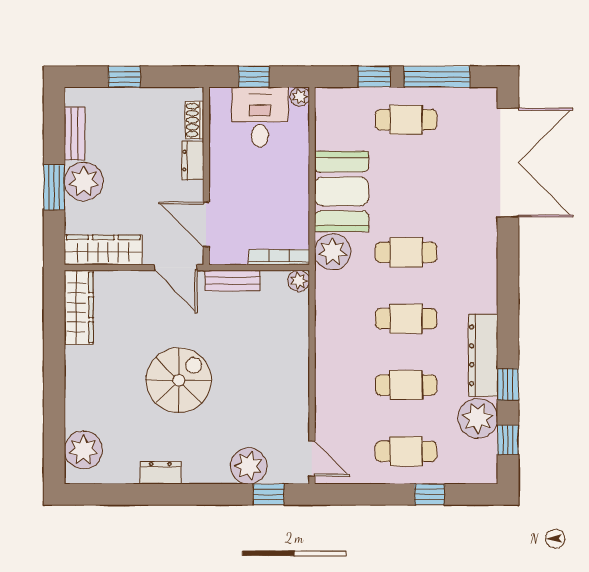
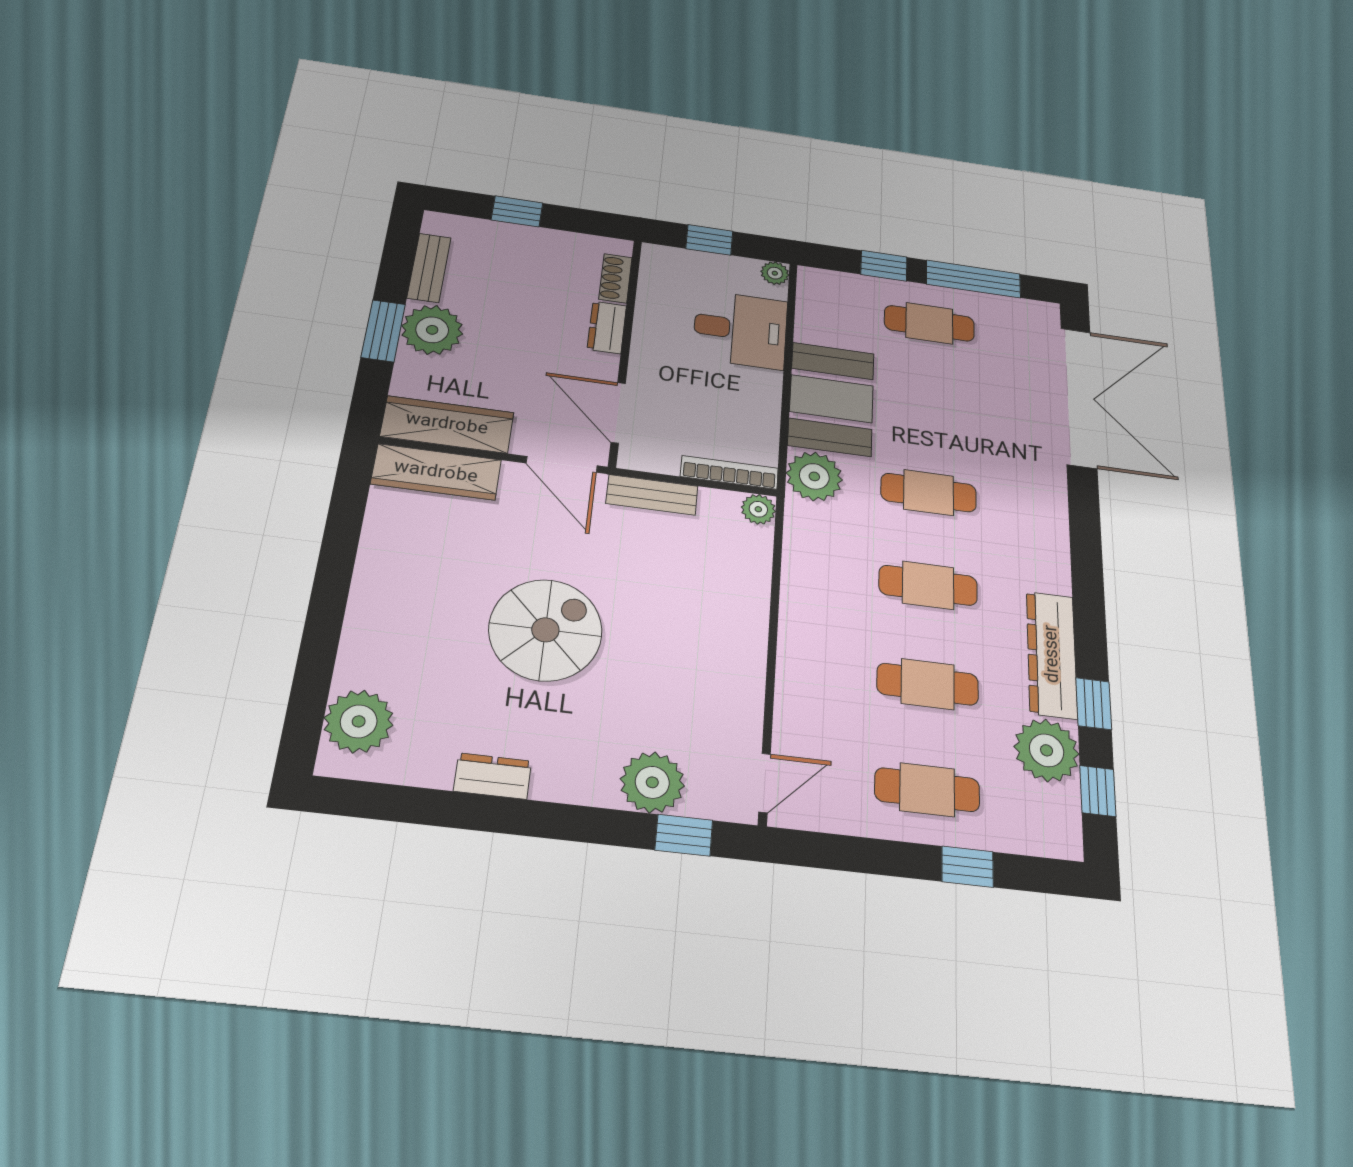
desk: (260, 117) -> (740, 329), moved, turned 90
wardrobe: (79, 307) -> (436, 472), moved, turned 90
door: (312, 459) -> (765, 783), hinge flipped

